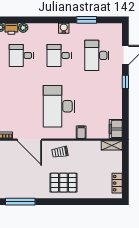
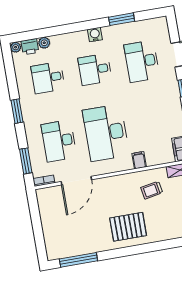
desk: (21, 106) -> (59, 141), added
door: (29, 140) -> (76, 181), hinge flipped
trolley: (60, 152) -> (152, 190), moved

